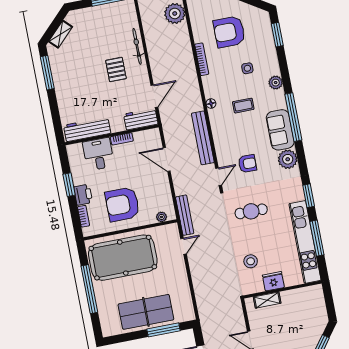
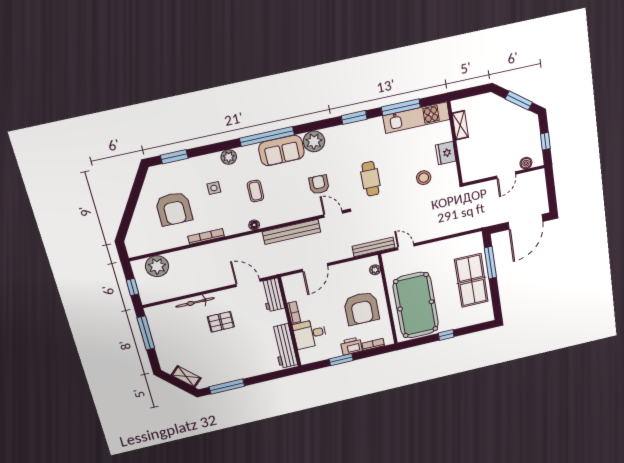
kitchen unit: (305, 242) -> (416, 118), width x0.73
window: (89, 289) -> (446, 335), width x0.32
shelving: (267, 300) -> (460, 125), moved

